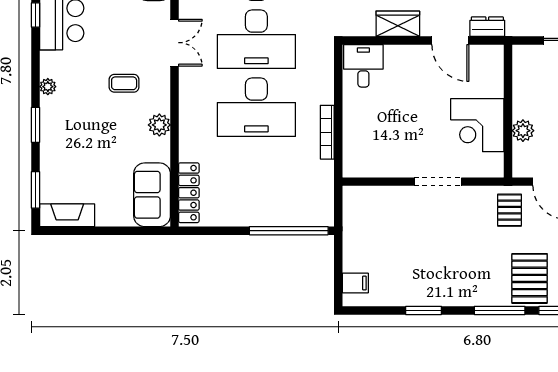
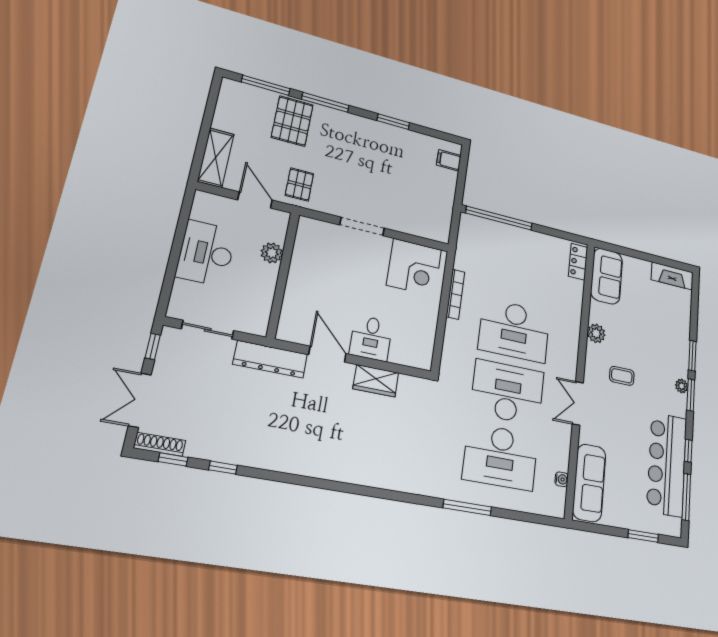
dresser: (487, 27) -> (270, 359), width x1.96, depth x1.24
desk: (363, 66) -> (371, 338), moved
desk: (256, 107) -> (514, 330), turned 180
corner desk: (477, 125) -> (414, 267), moved, turned 90
window: (35, 190) -> (691, 395), moved
locker: (189, 193) -> (578, 262), width x0.66

